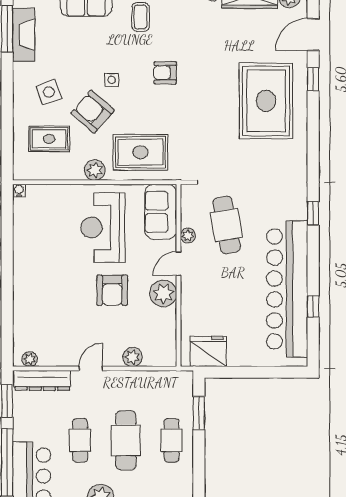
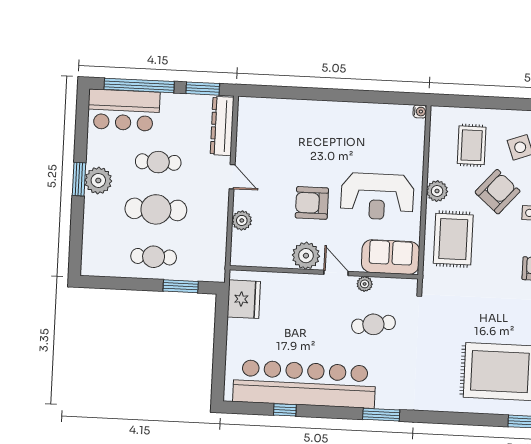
window: (313, 213) -> (381, 415), width x1.50
cafe table: (226, 225) -> (373, 324), width x0.73, depth x0.74
reception desk: (103, 228) -> (377, 196), turned 180
plant: (30, 359) -> (245, 114), removed

